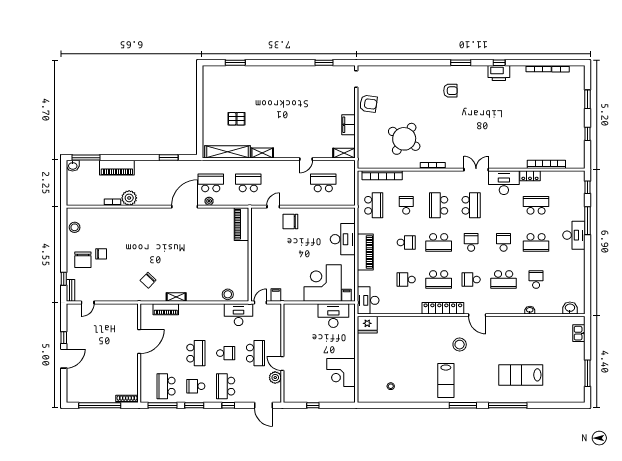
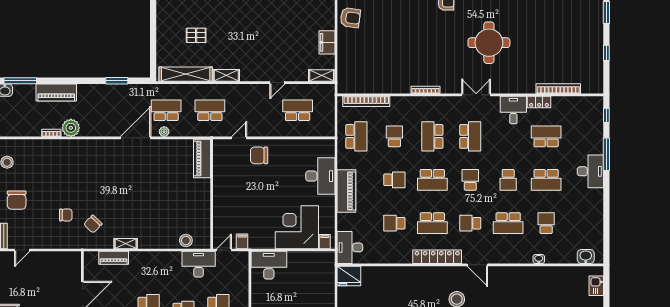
round table: (404, 139) -> (489, 43), moved, turned -33
desk: (504, 183) -> (513, 110), width x0.73
school desk: (504, 242) -> (508, 180), turned 180
chair: (101, 254) -> (66, 215), moved
desk: (333, 316) -> (269, 265), moved

